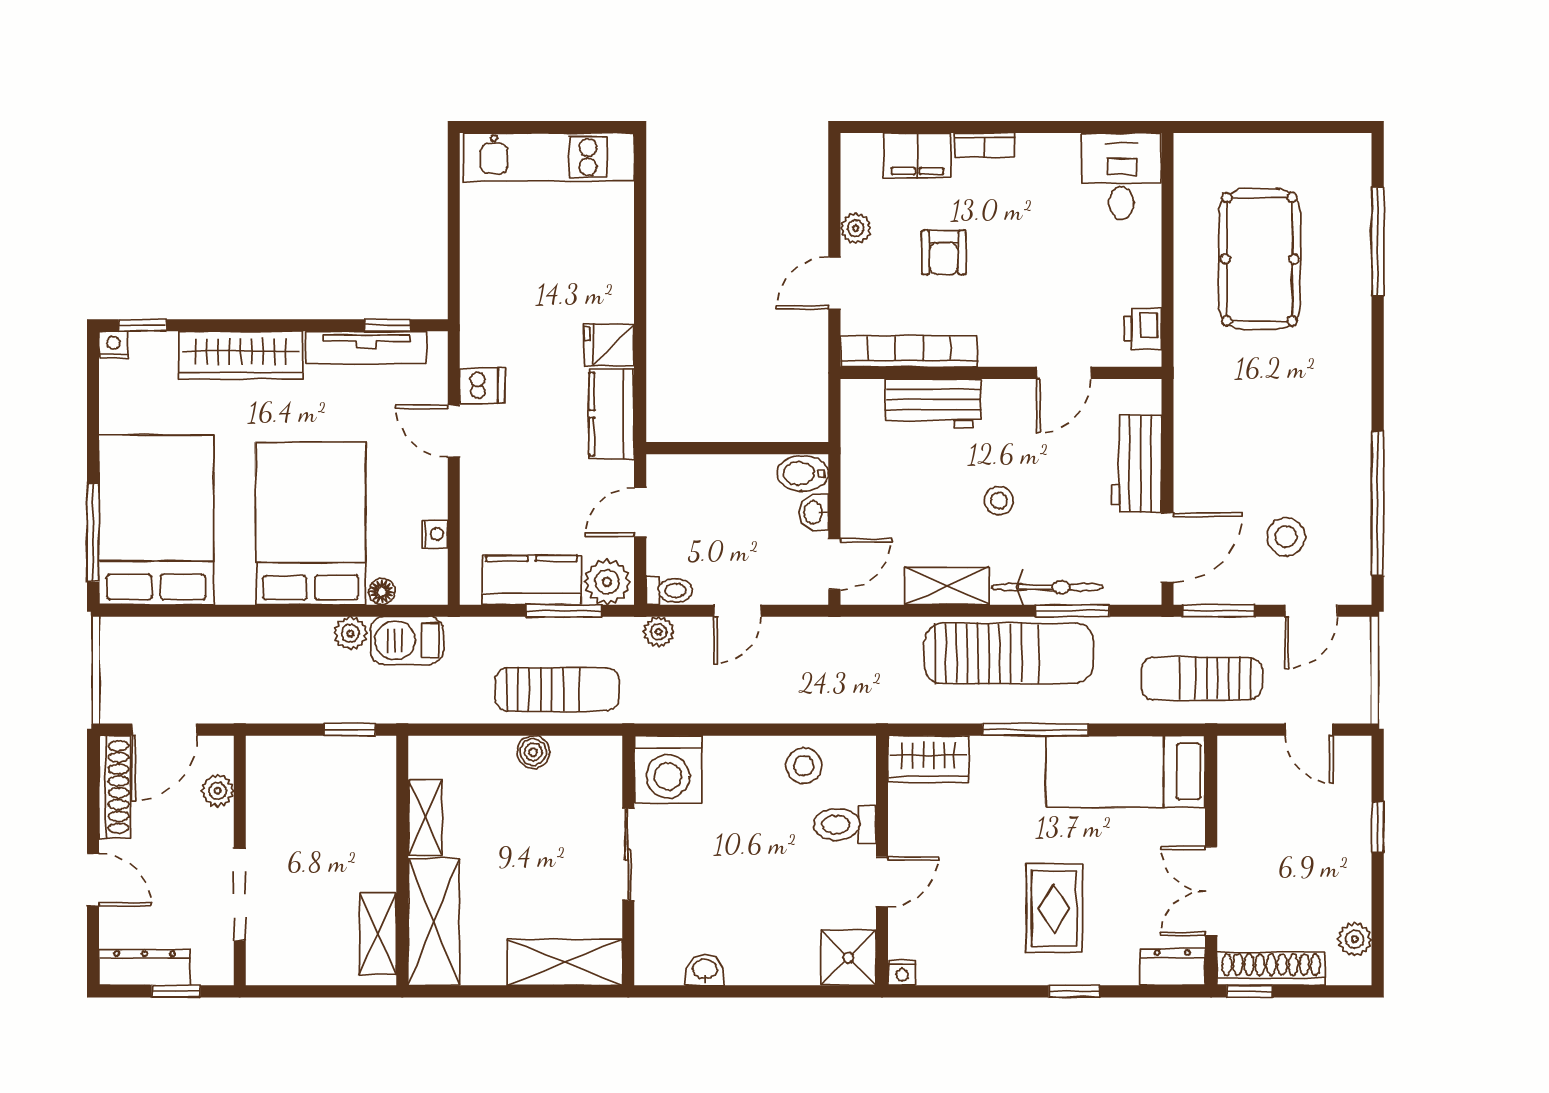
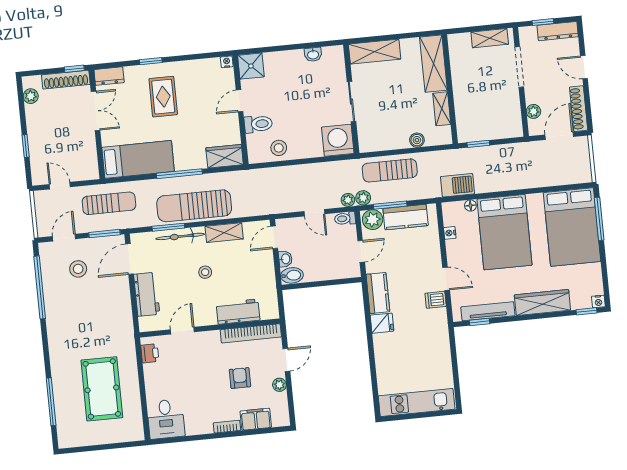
door: (738, 611) -> (314, 213), swing flipped
plant: (350, 633) -> (363, 198), moved
boiler: (533, 752) -> (417, 140), moved
shelving: (378, 934) -> (490, 38), moved, turned 90

